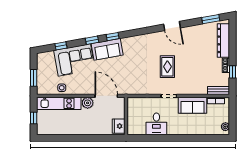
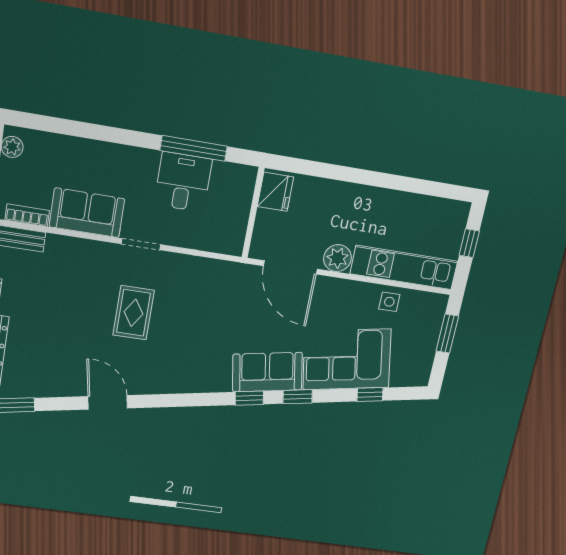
window: (155, 138) -> (194, 148), added

